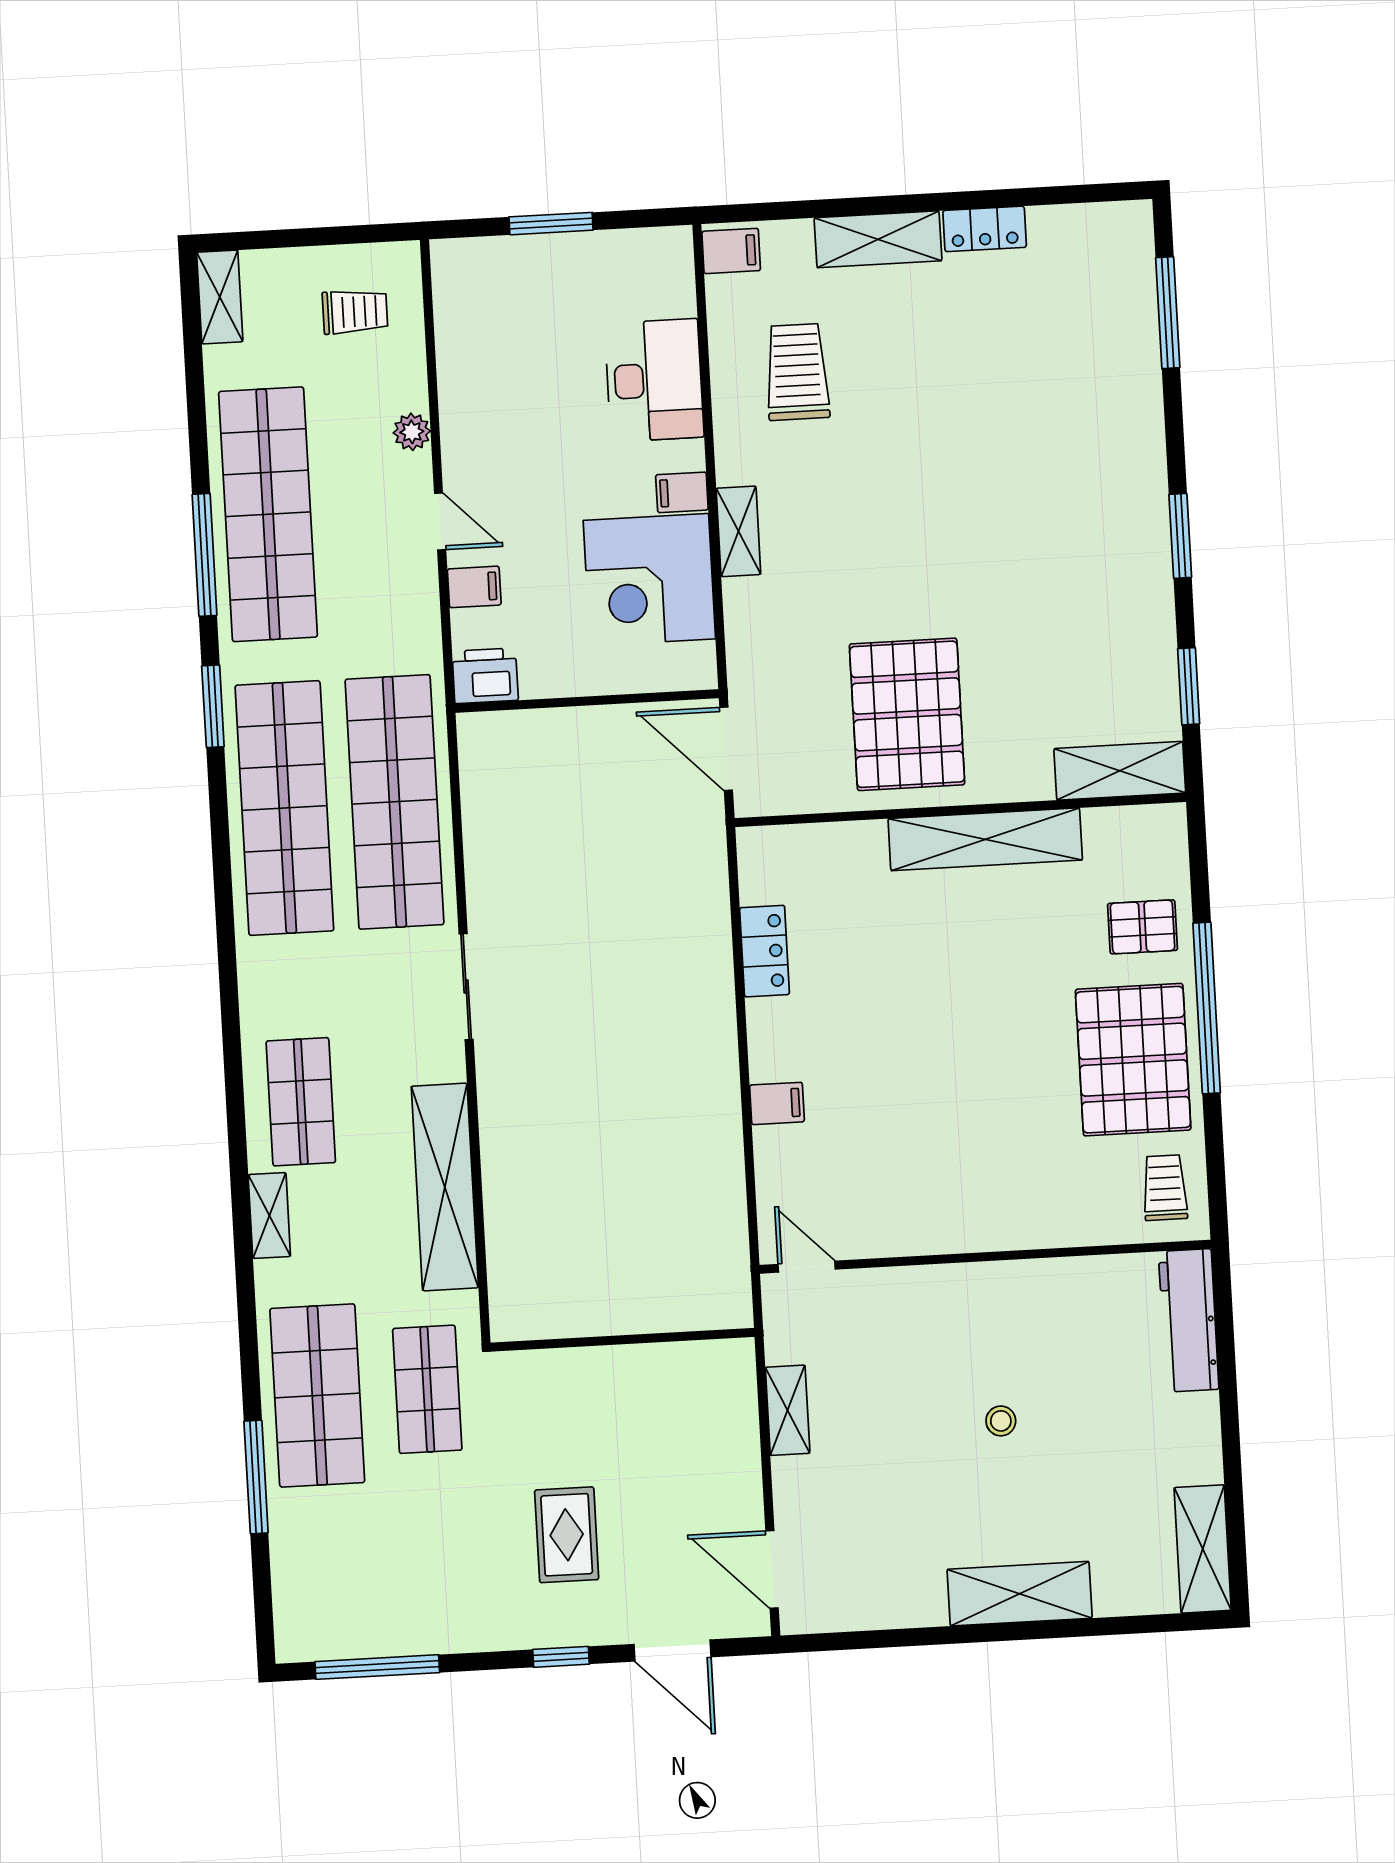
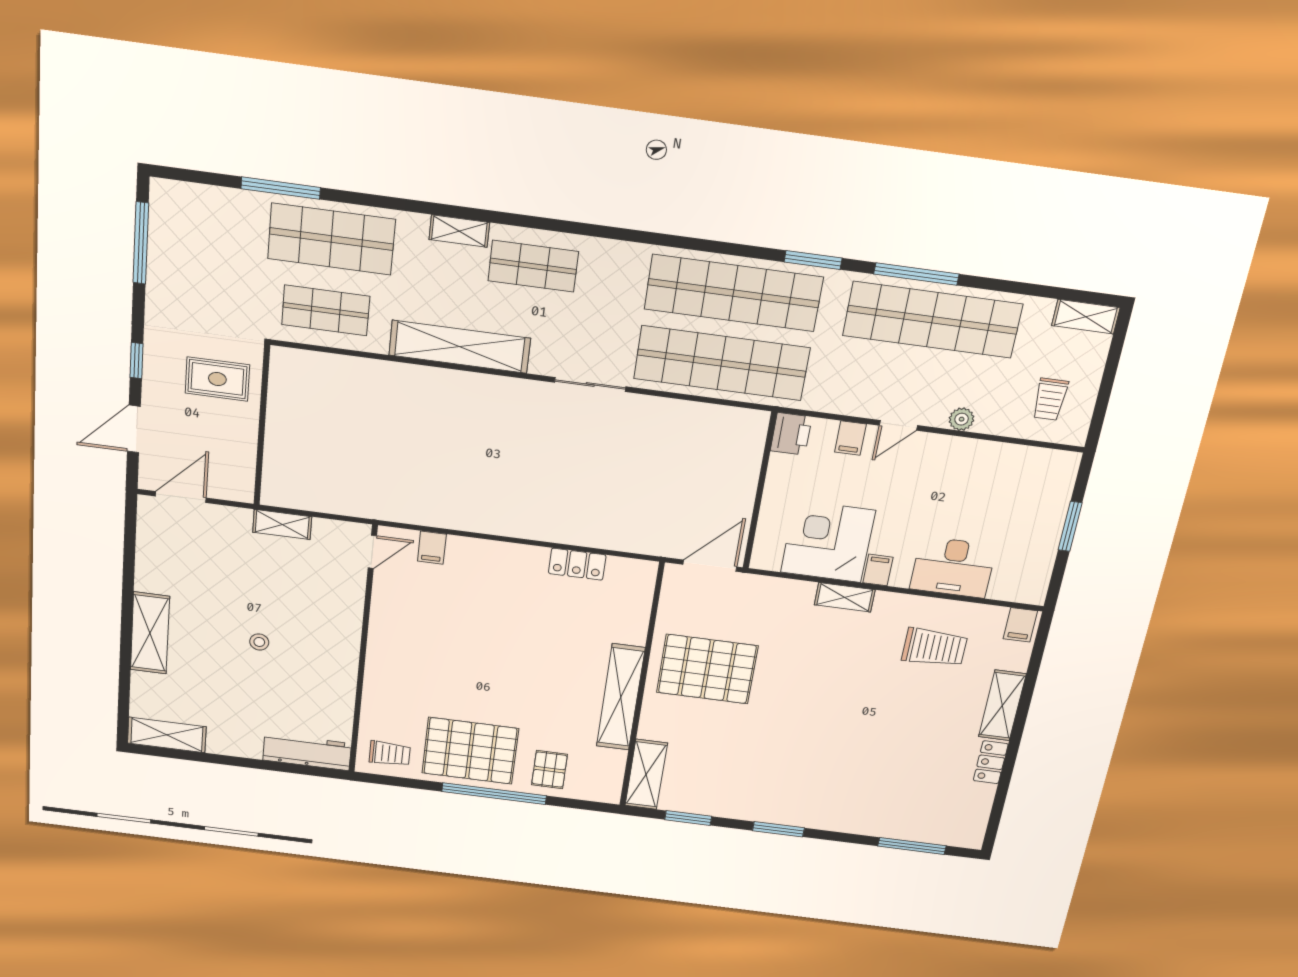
filing cabinet: (777, 1103) -> (432, 548), moved
wall: (623, 1340) -> (262, 426), moved

